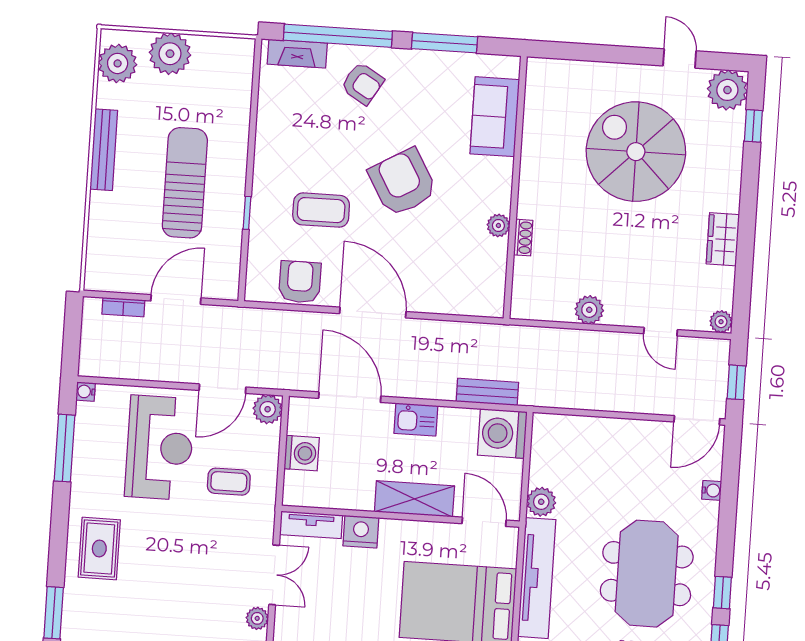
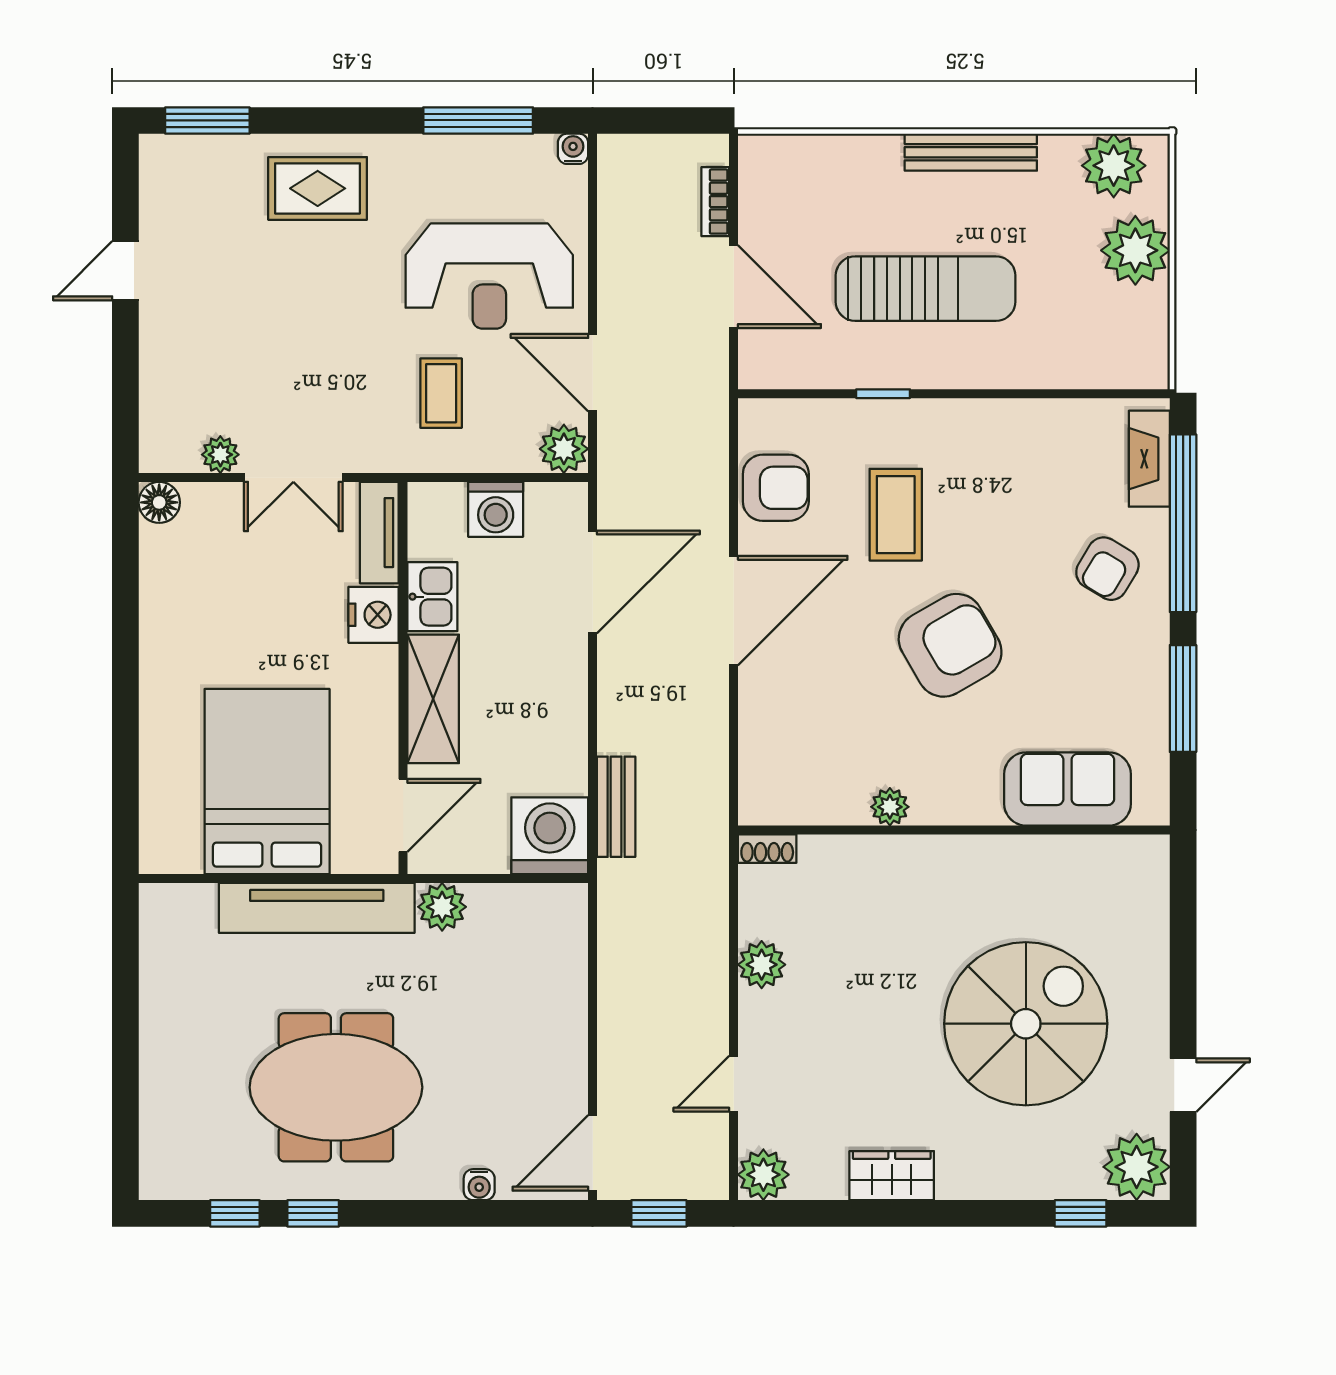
shoe rack: (523, 238) -> (767, 849), moved
plant: (721, 322) -> (763, 1175), width x1.38, depth x1.38
kitchen sink: (416, 420) -> (432, 597), moved, turned 180
door: (697, 420) -> (593, 1153), hinge flipped

